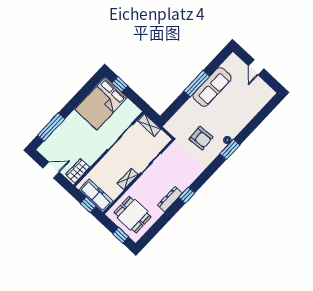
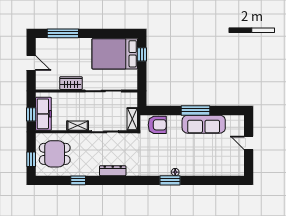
door: (256, 67) -> (249, 143), hinge flipped
shelving: (149, 125) -> (132, 119), moved
armchair: (201, 138) -> (157, 125), moved, turned -86
wardrobe: (78, 171) -> (71, 83), moved
window: (187, 195) -> (78, 180), moved
dresser: (170, 199) -> (113, 171), moved
dining table: (133, 215) -> (55, 154), turned 90

